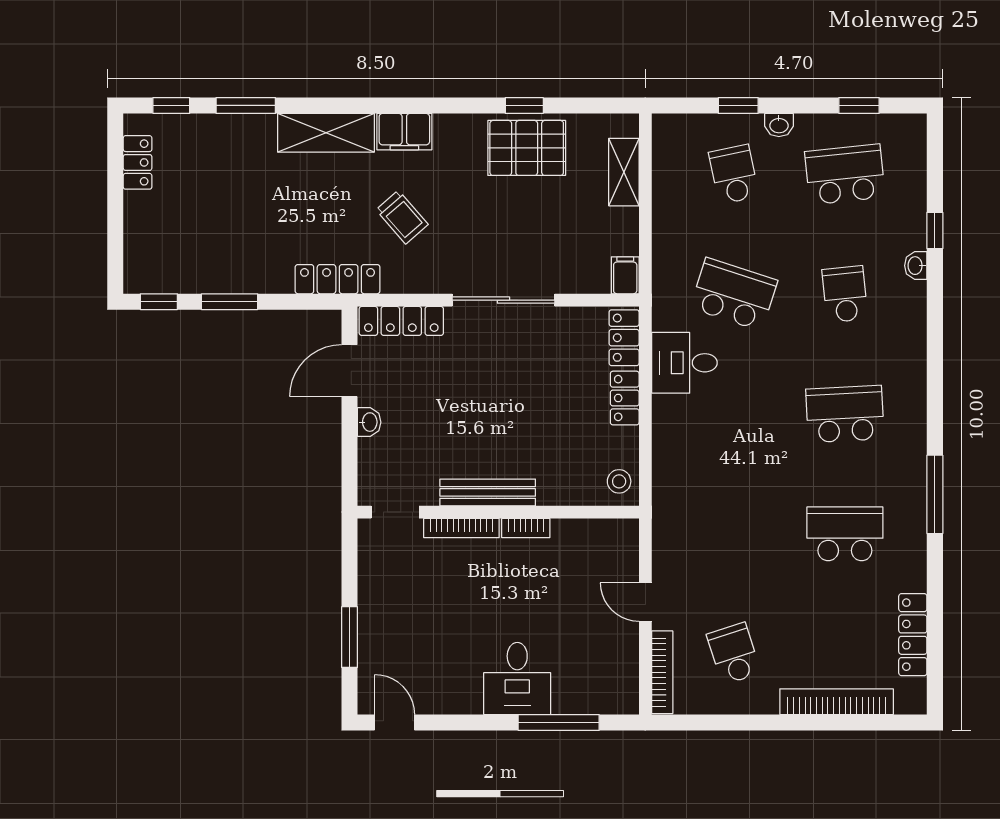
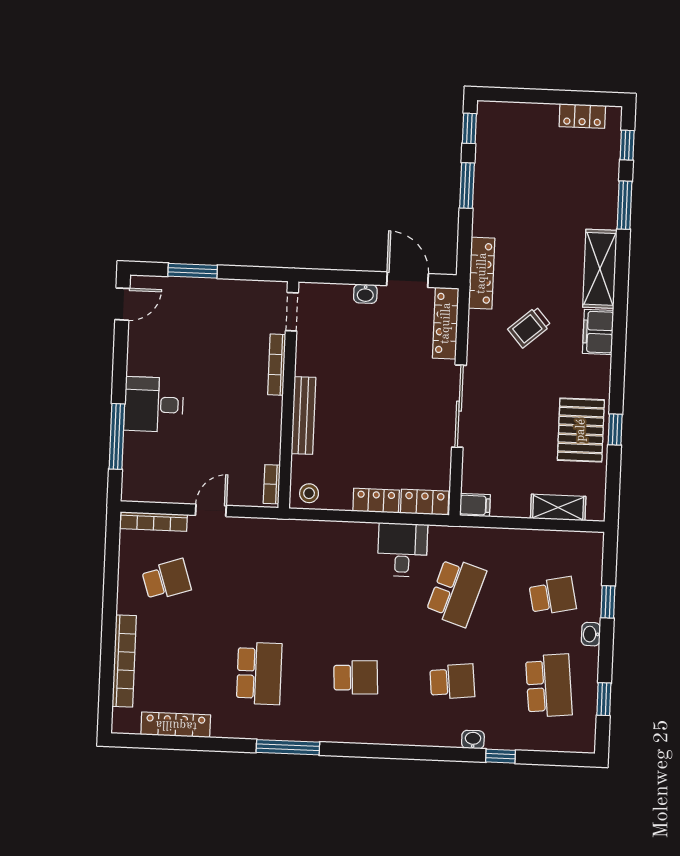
school desk: (845, 414) -> (356, 677), width x0.54
bench: (488, 492) -> (303, 415), moved
bookcase: (526, 528) -> (272, 484), moved

